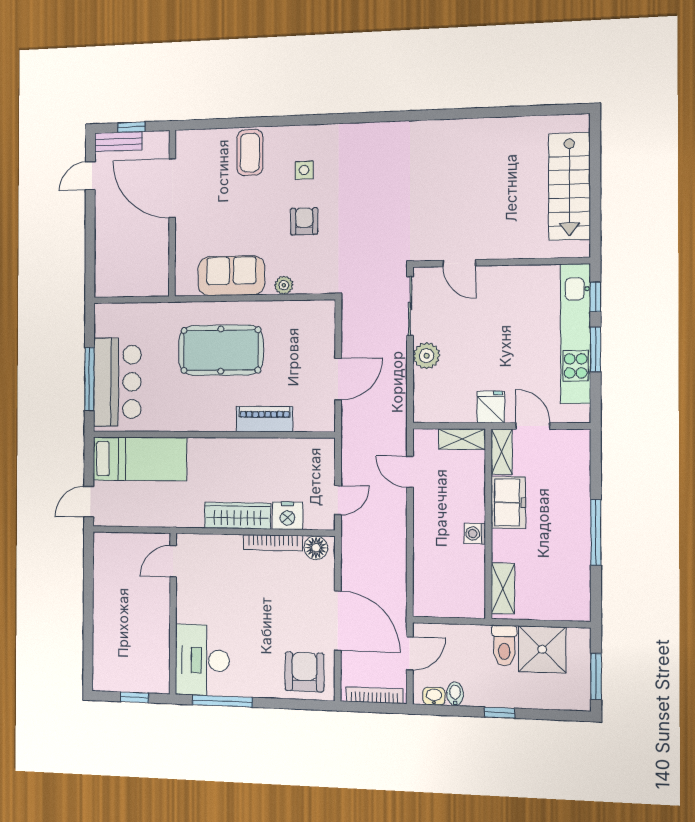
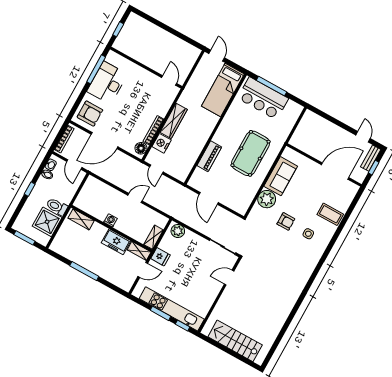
plant: (284, 285) -> (267, 199), width x1.88, depth x1.88
plant: (427, 356) -> (178, 231), moved
door: (410, 472) -> (135, 198), moved
desk: (202, 660) -> (107, 83), moved, turned -90

